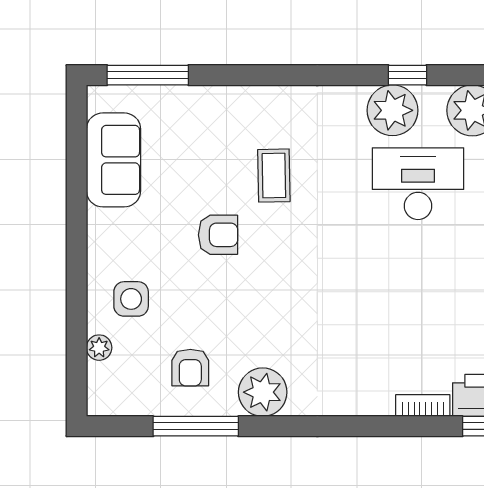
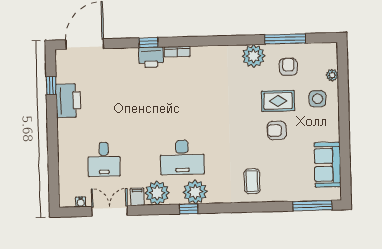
coffee table: (274, 176) -> (252, 181), moved
rug: (214, 297) -> (278, 101), added

